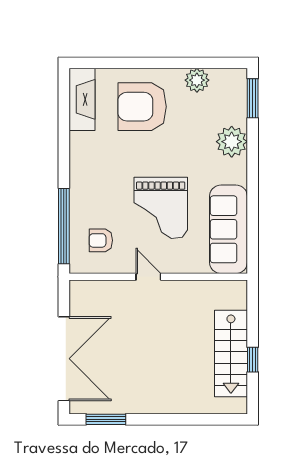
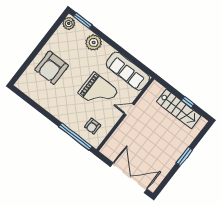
plant: (197, 80) -> (69, 23), moved
fireplace: (82, 99) -> (30, 90), removed
door: (148, 277) -> (129, 109), moved
window: (106, 419) -> (184, 156), moved

